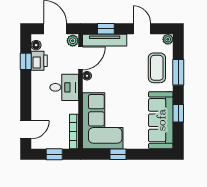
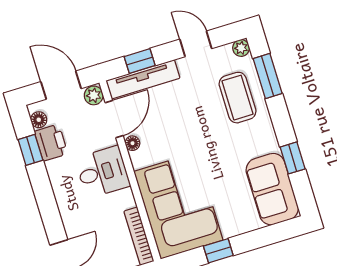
window: (178, 72) -> (268, 76), moved
sofa: (161, 120) -> (272, 189), width x0.73

